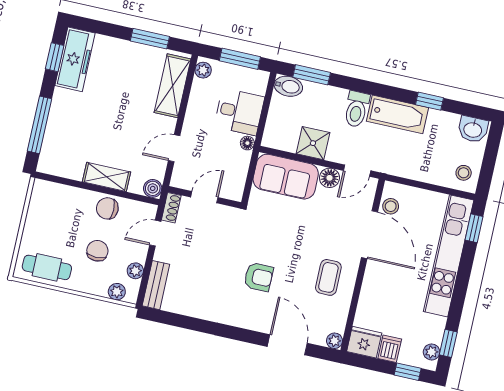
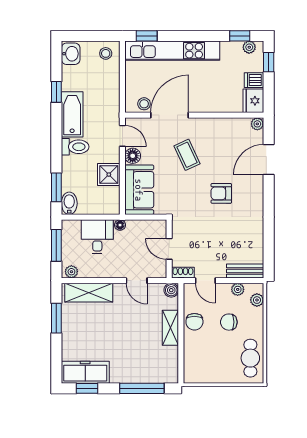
armchair: (259, 277) -> (221, 193), turned -90
coffee table: (328, 277) -> (187, 155), moved, turned 65

